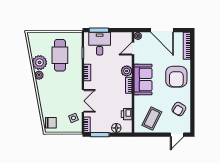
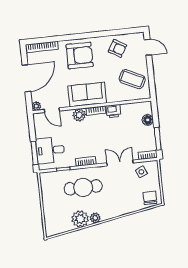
cafe table: (60, 55) -> (83, 187), moved
printer: (127, 114) -> (114, 111), moved

